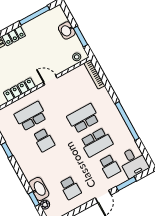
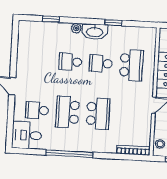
window: (126, 184) -> (11, 115), removed
school desk: (70, 188) -> (70, 62), moved
washbasin: (39, 189) -> (95, 32), moved
plant: (45, 205) -> (76, 28), moved

